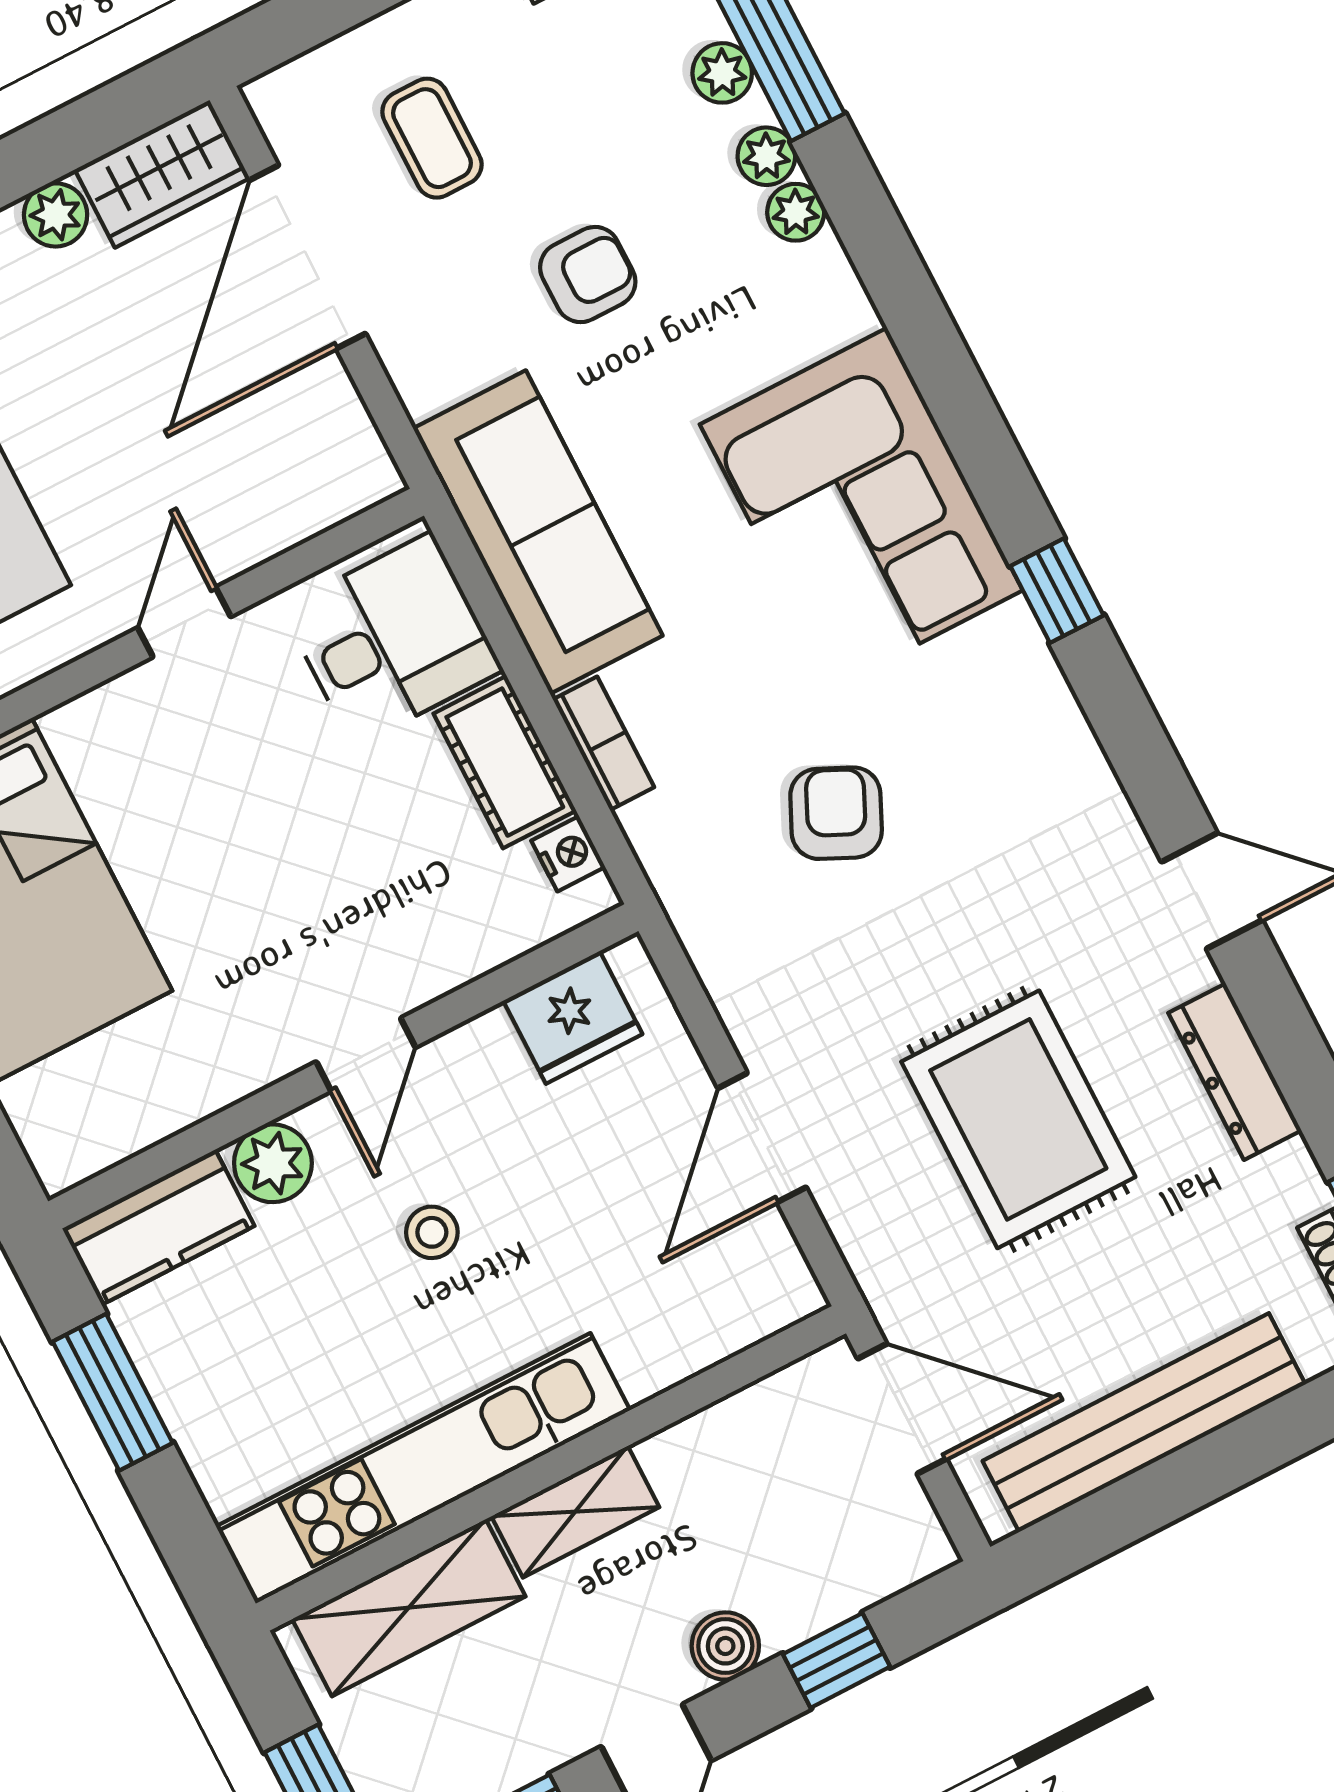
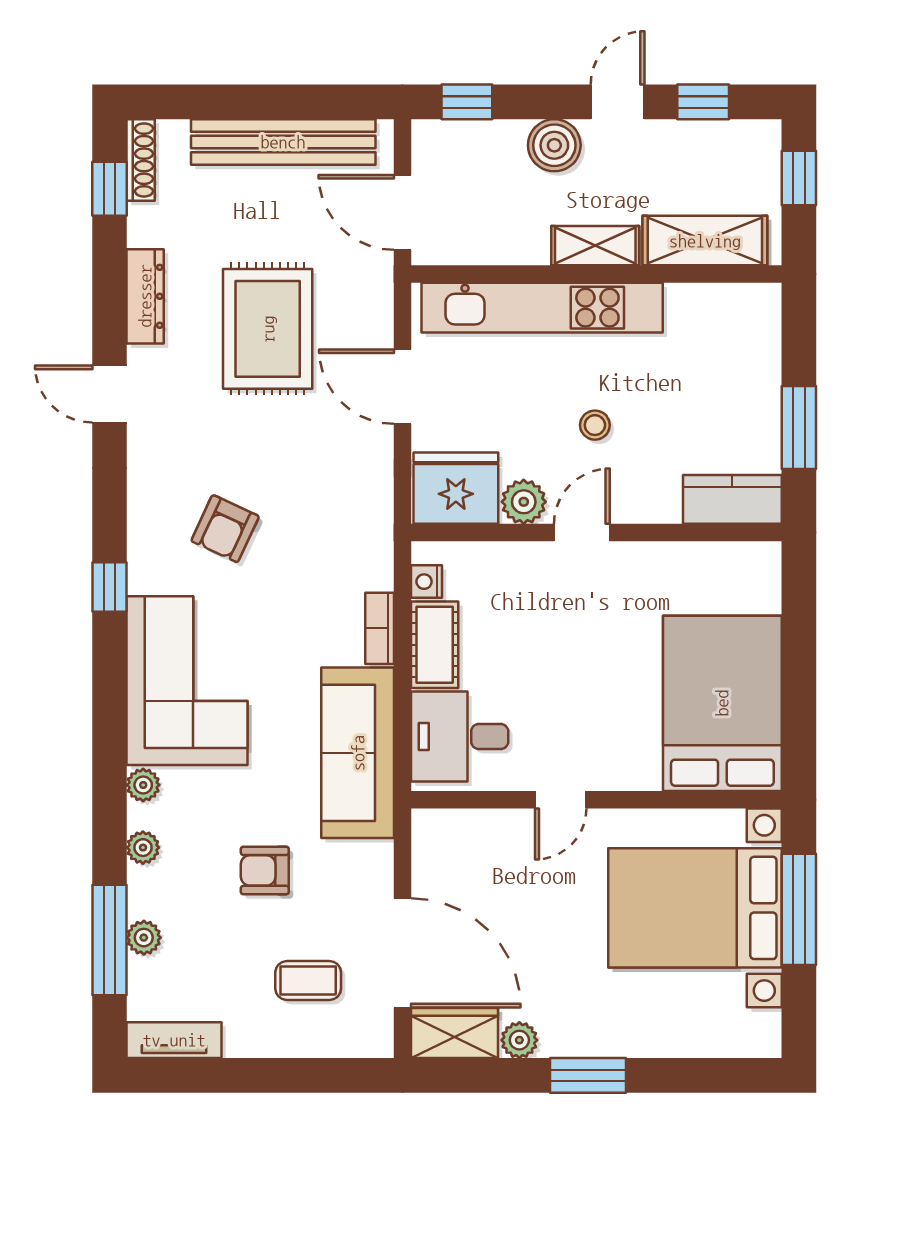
coffee table: (432, 138) -> (308, 981), turned 90
plant: (766, 156) -> (143, 785), moved
door: (307, 257) -> (402, 953), hinge flipped
armchair: (836, 813) -> (225, 529), moved
fridge: (573, 1017) -> (456, 488), width x1.36, depth x1.34
door: (762, 1138) -> (402, 387), swing flipped
plant: (273, 1163) -> (524, 502), moved
kitchen unit: (423, 1468) -> (542, 308), moved
boiler: (725, 1646) -> (554, 145), width x1.36, depth x1.36
window: (836, 1660) -> (467, 102), moved

